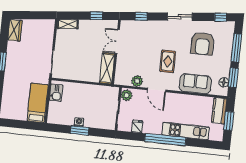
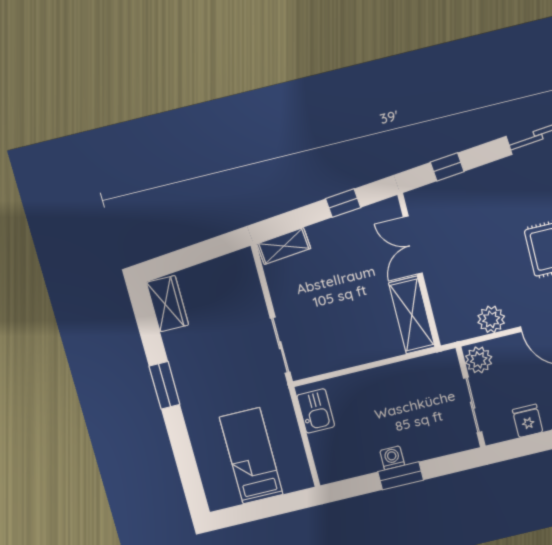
bed: (38, 103) -> (251, 456), moved

